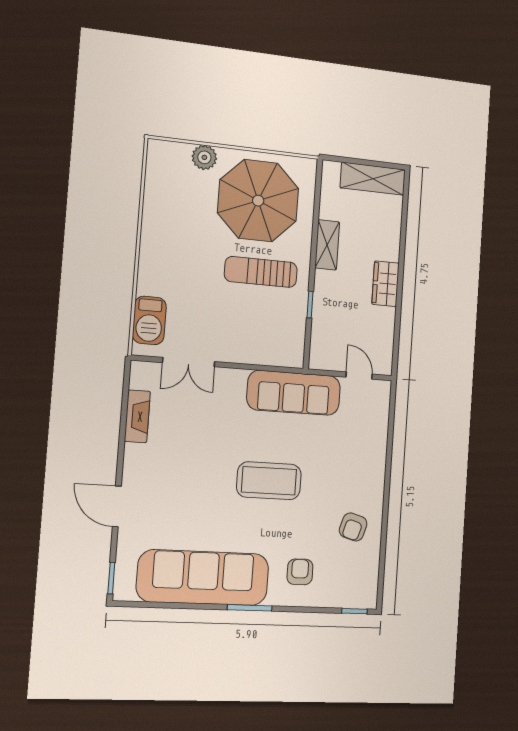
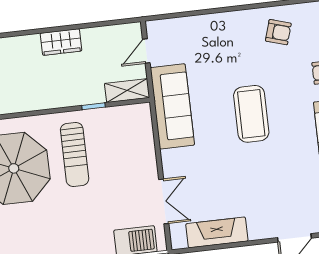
shelving: (327, 245) -> (127, 91), moved
fireplace: (137, 416) -> (217, 232), width x1.37, depth x1.32

